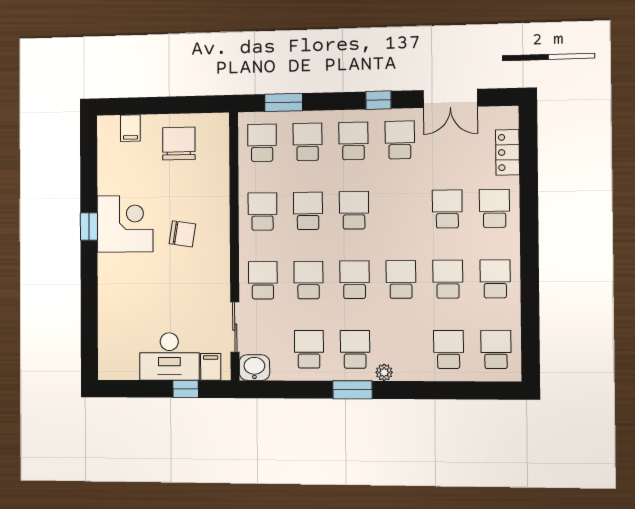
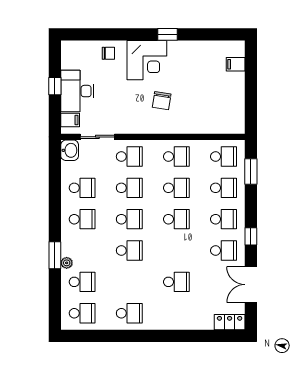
chair: (179, 143) -> (108, 53), moved, width x0.54, depth x0.54
locker: (507, 152) -> (230, 322), moved
school desk: (494, 208) -> (176, 313), removed
corner desk: (125, 224) -> (147, 60), moved
school desk: (448, 279) -> (129, 282), removed
plant: (384, 372) -> (67, 263), moved
window: (186, 389) -> (55, 86), moved
window: (352, 390) -> (55, 255), moved

